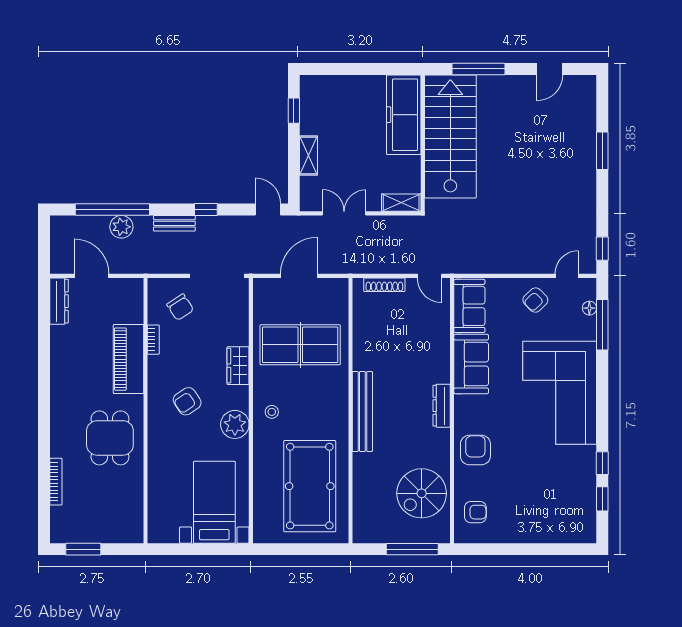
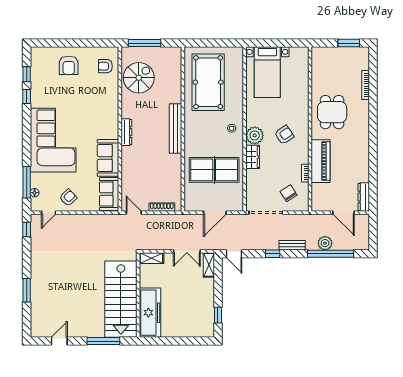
shelving: (309, 155) -> (209, 265), moved
plant: (235, 424) -> (255, 135), moved
armchair: (475, 450) -> (69, 65), moved

